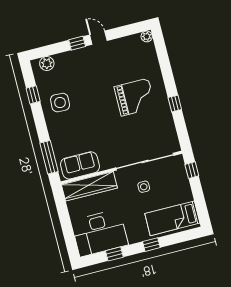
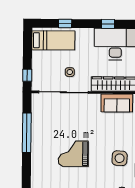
grand piano: (135, 97) -> (73, 154), moved
window: (175, 104) -> (27, 133), width x3.17
window: (151, 245) -> (65, 23), moved

